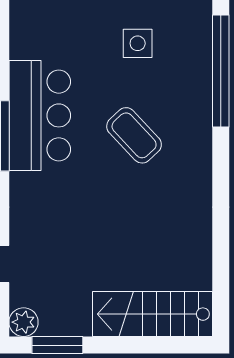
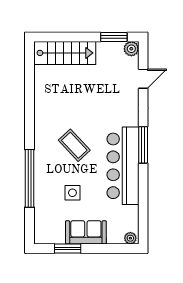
bar counter: (40, 115) -> (123, 166), width x1.36

